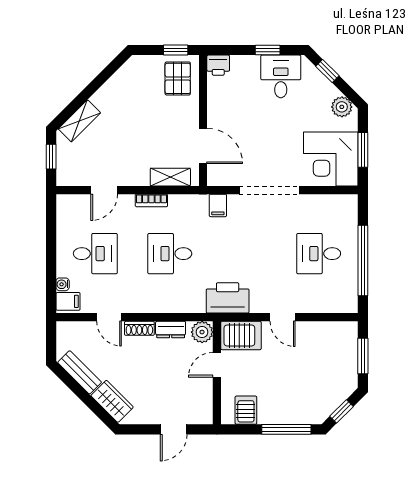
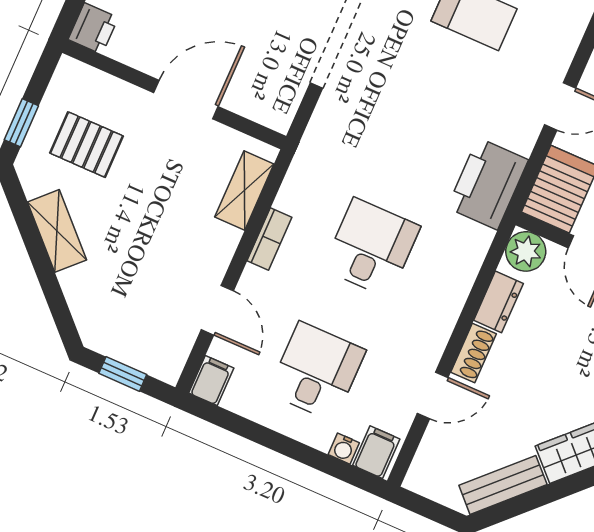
window: (176, 50) -> (21, 123), moved
pallet: (178, 78) -> (87, 145), moved
shelving: (79, 121) -> (57, 231), moved
door: (203, 146) -> (186, 100), moved
filing cabinet: (218, 205) -> (211, 381), moved, turned -90
desk: (170, 254) -> (371, 248), turned 180

